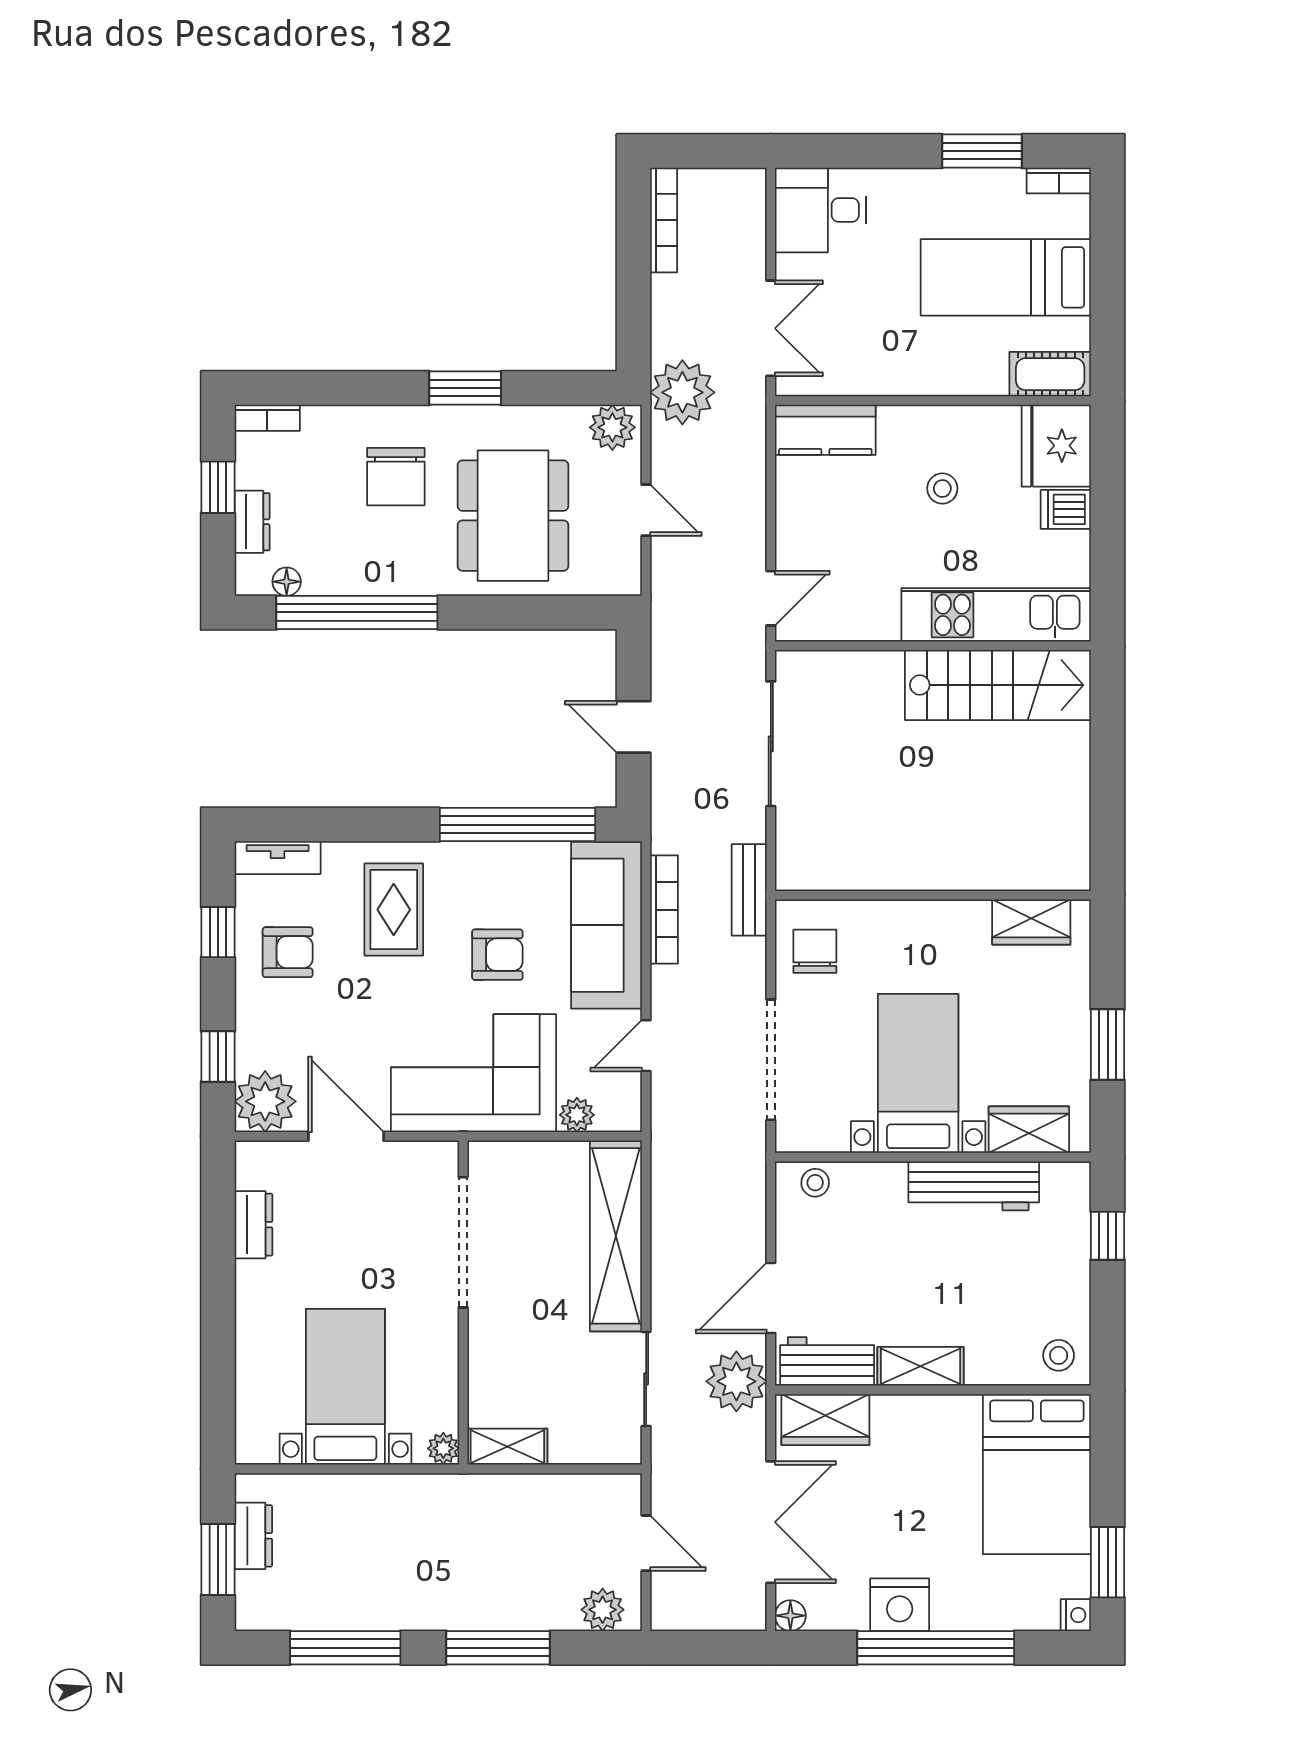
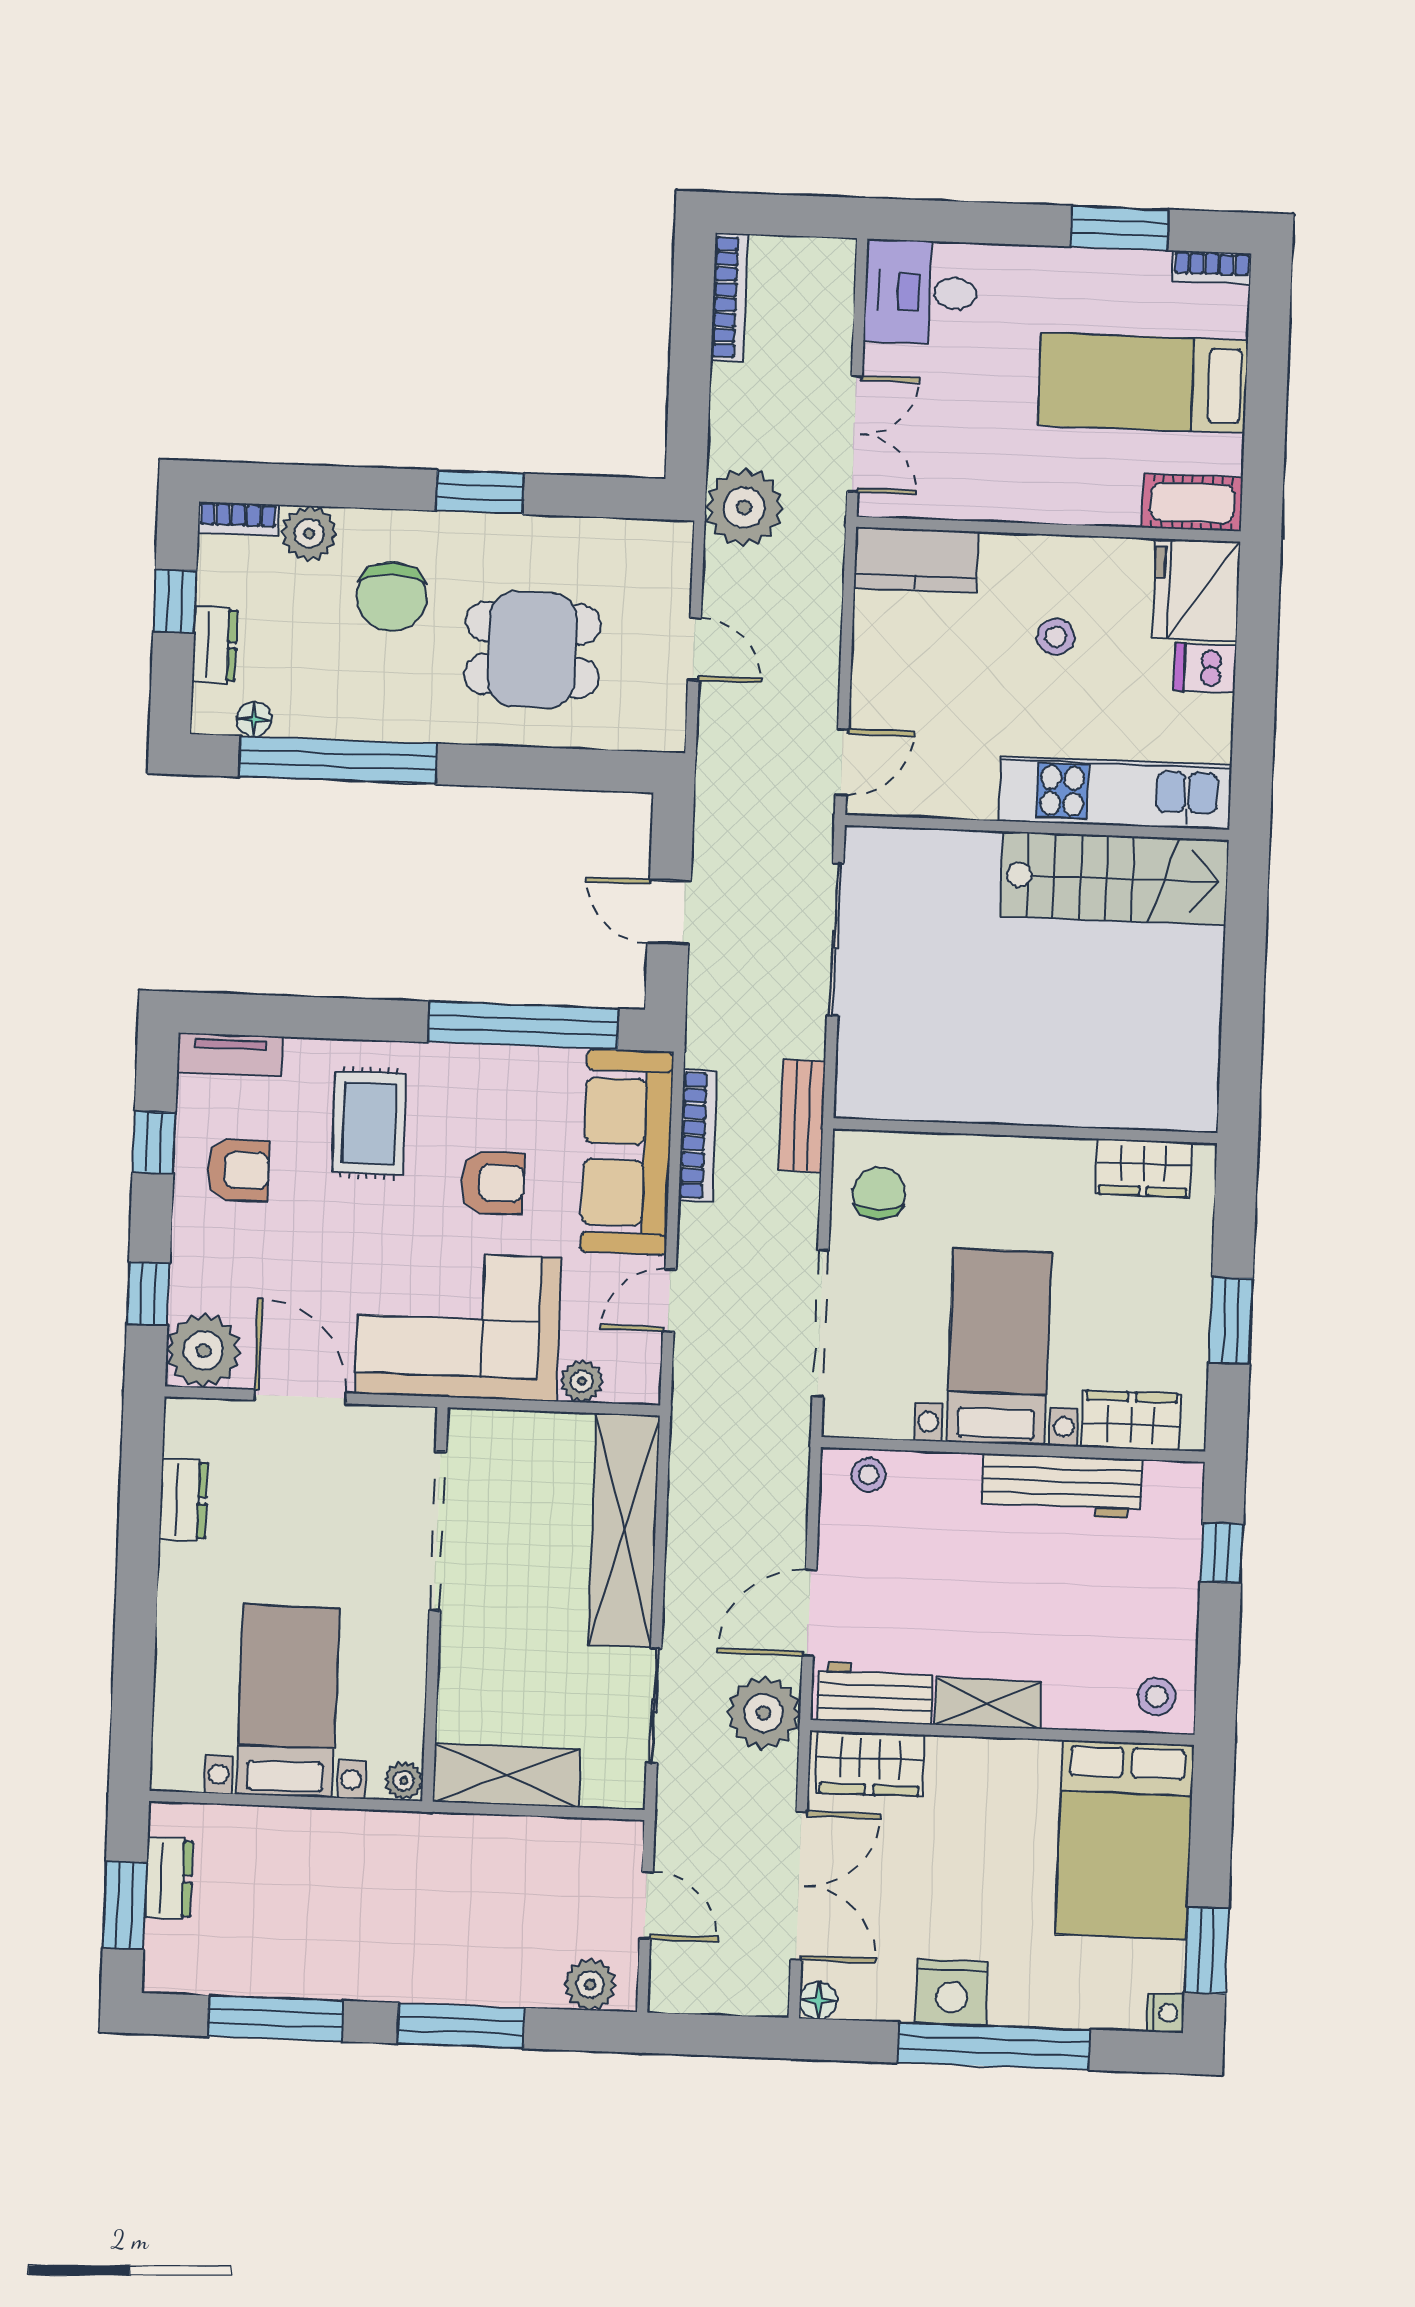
plant: (612, 427) -> (309, 534), moved
dining table: (513, 516) -> (532, 650), width x0.73
shelving: (507, 1447) -> (507, 1775), width x1.50, depth x1.33

